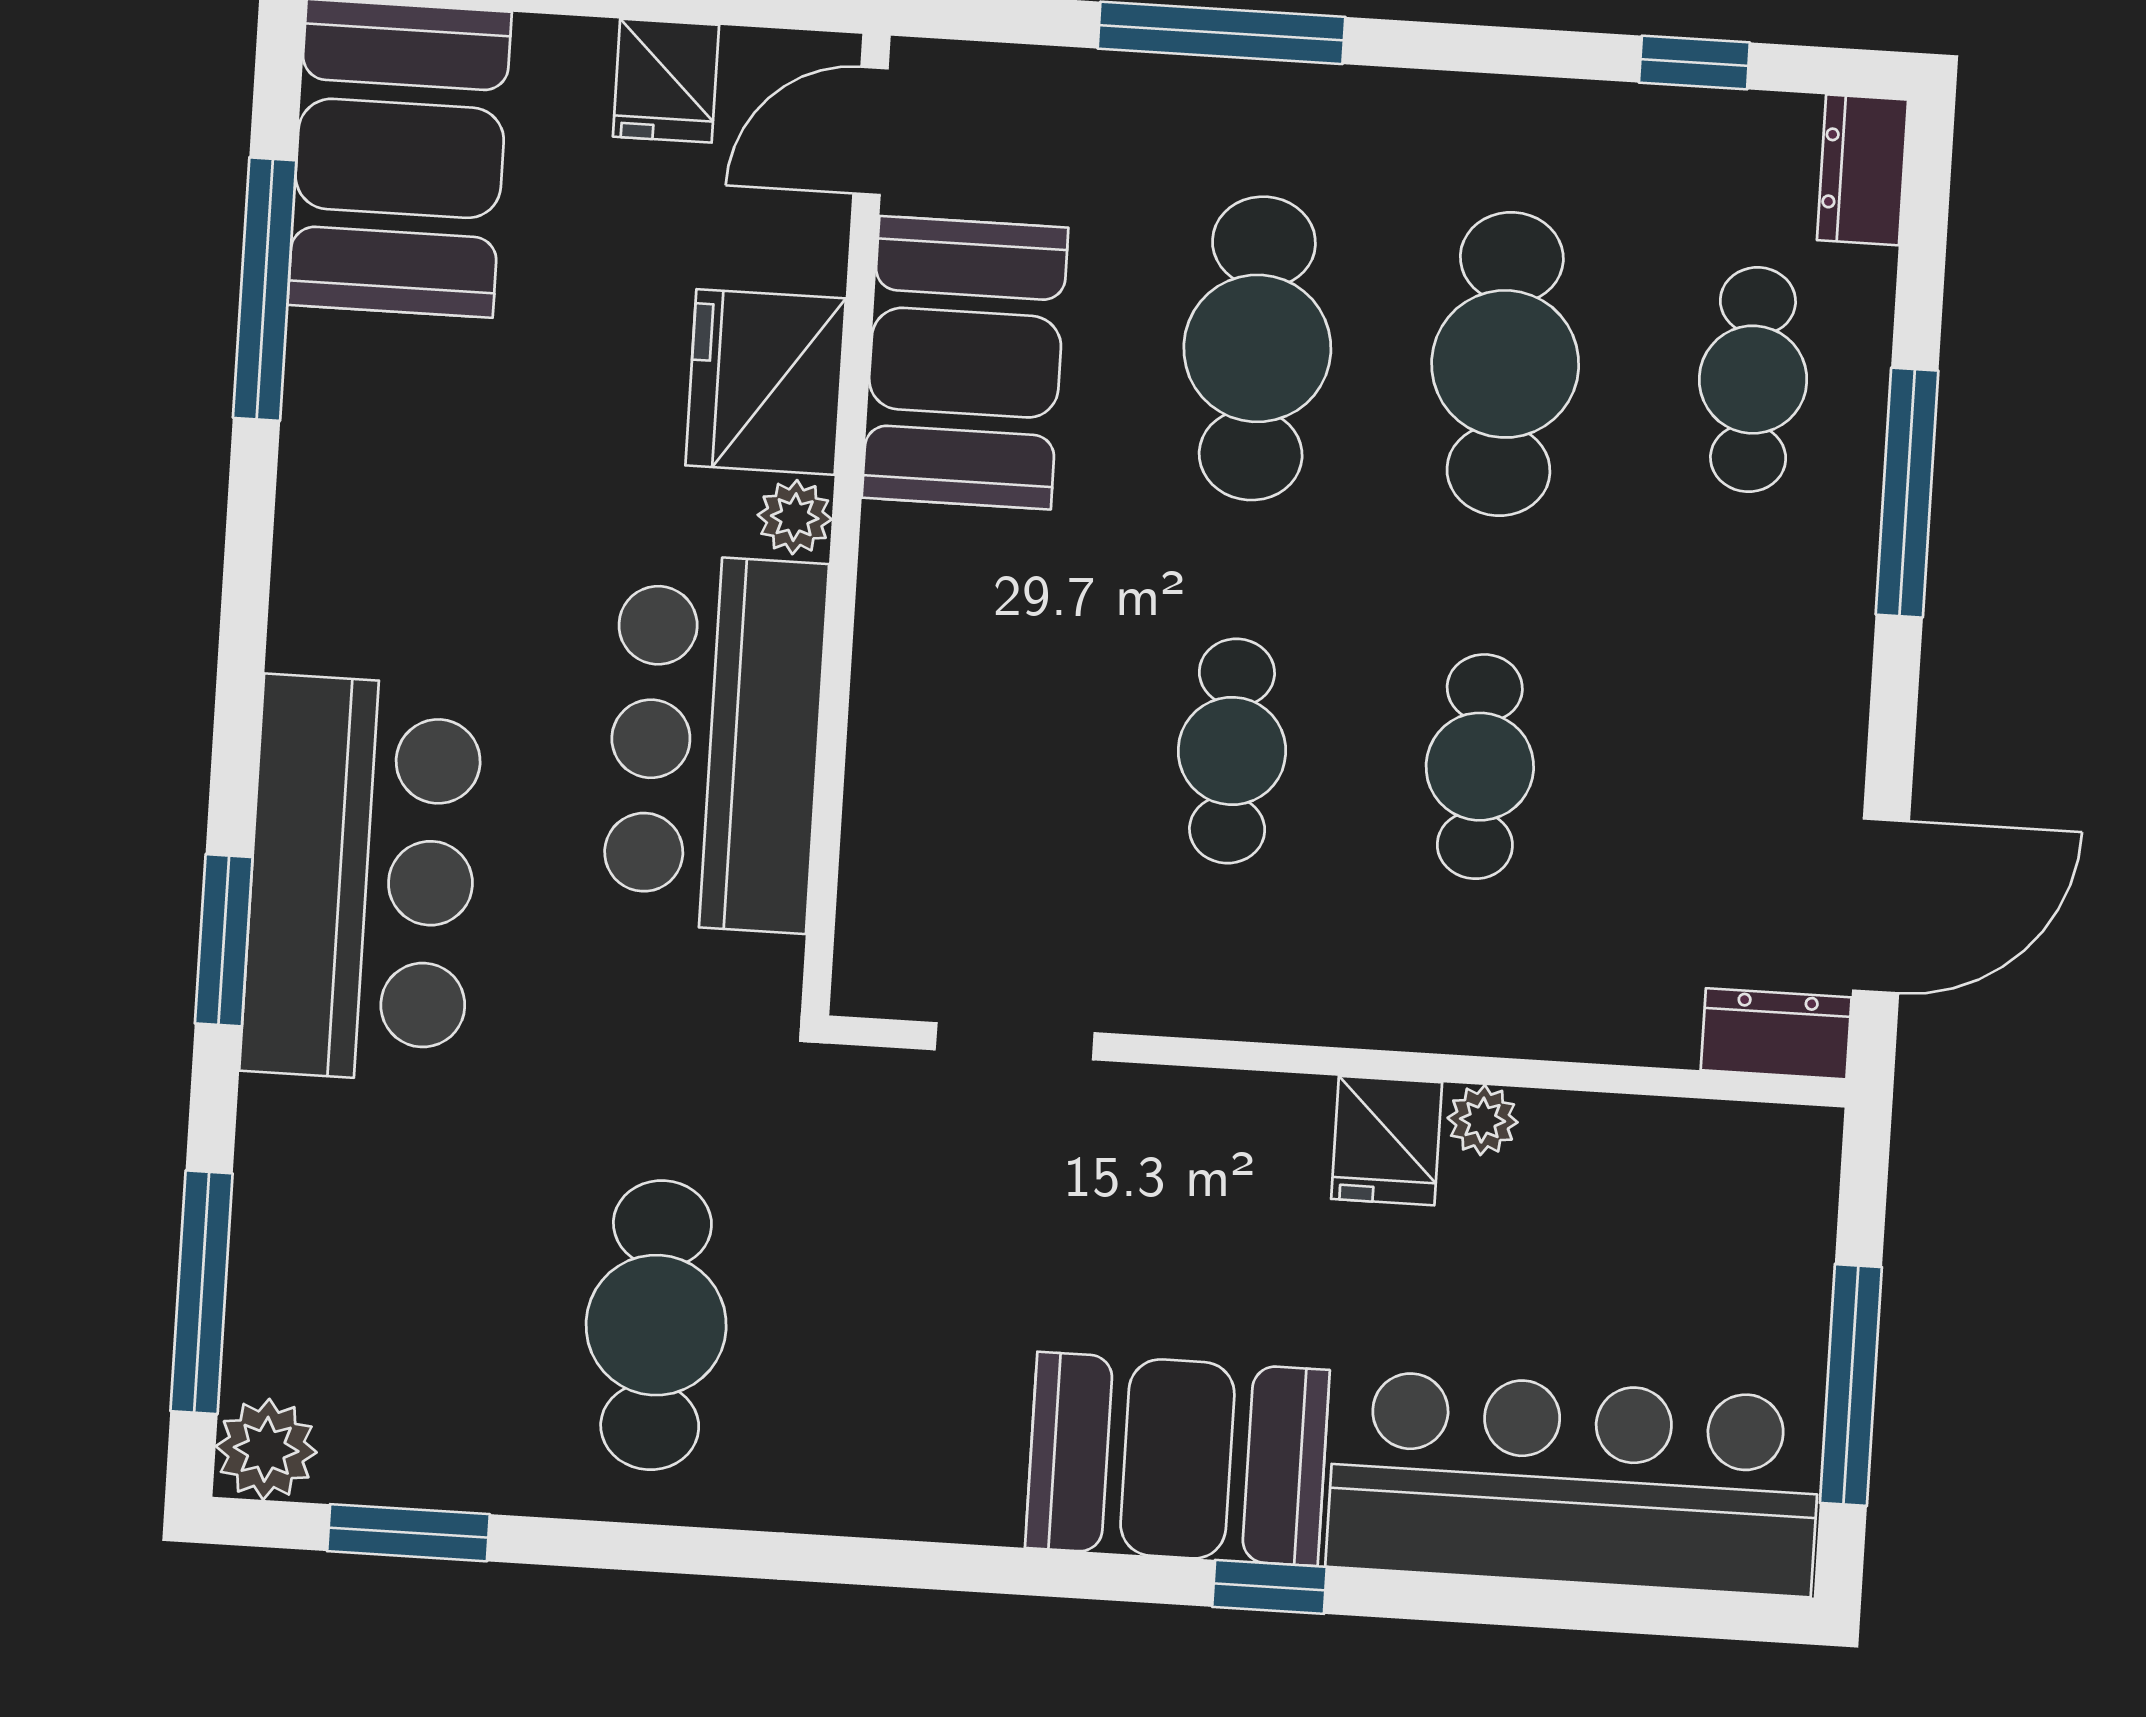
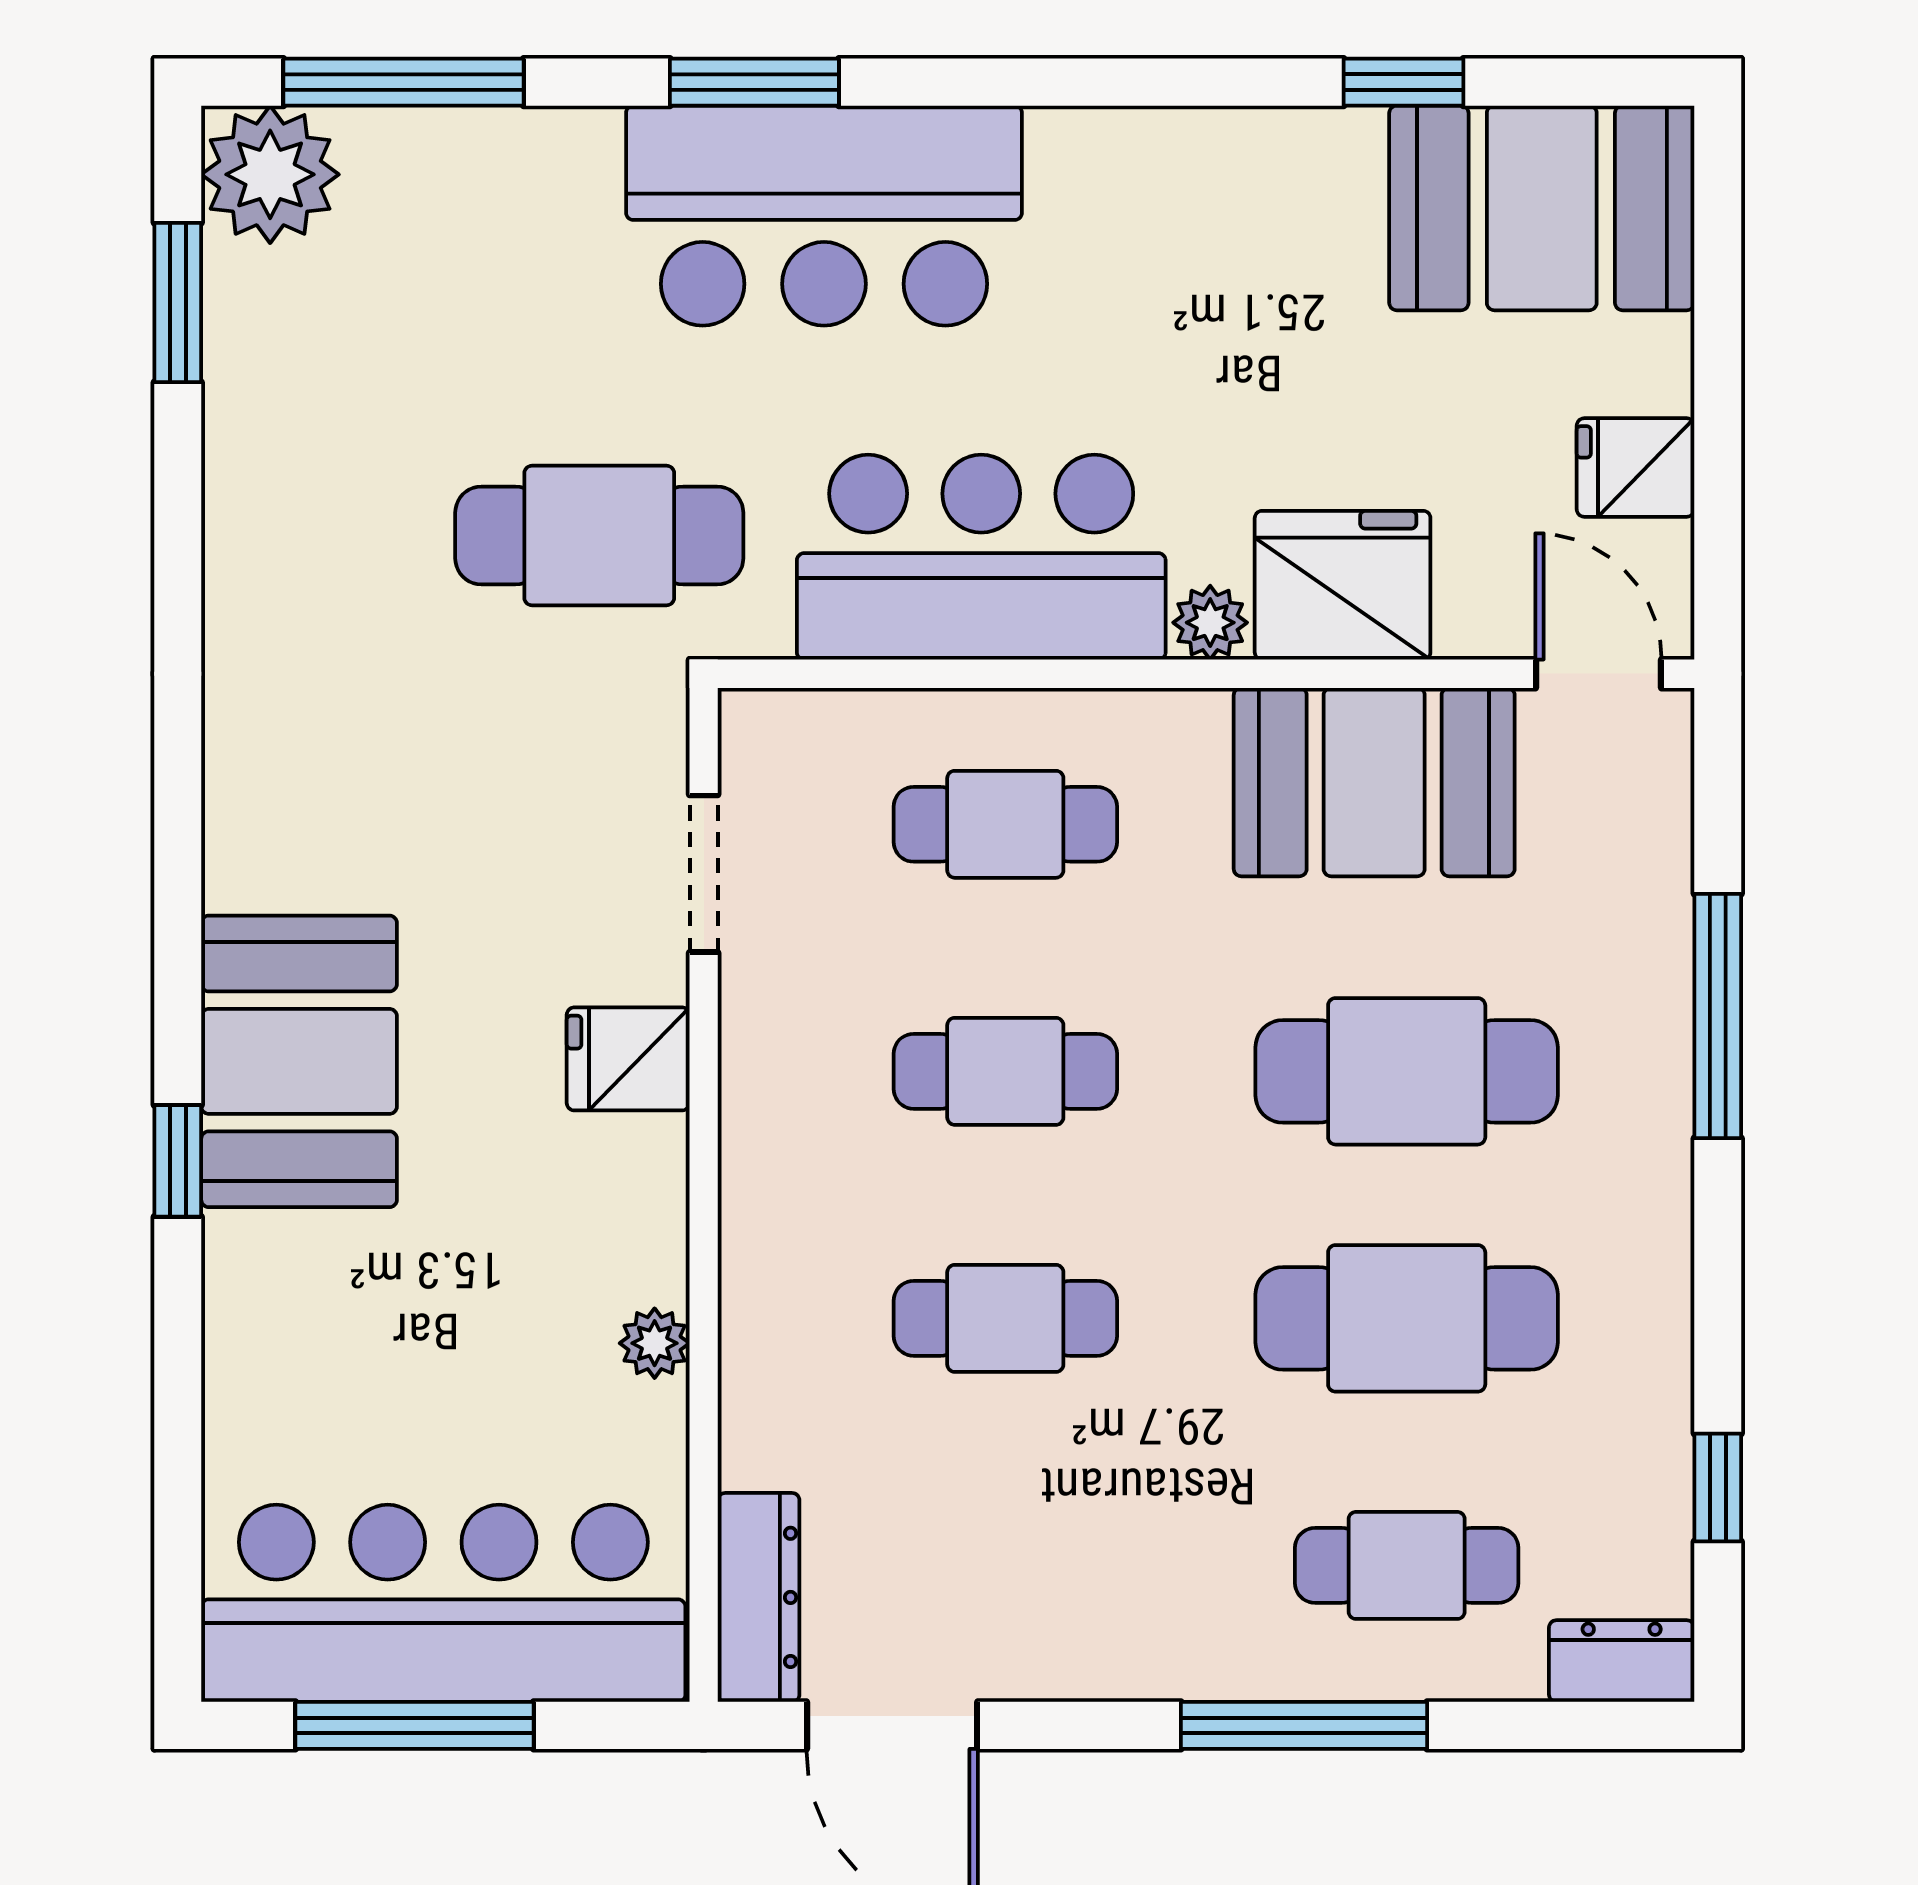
window: (265, 289) -> (1404, 82), width x0.46
cafe table: (984, 735) -> (1005, 824), added
dresser: (1776, 1034) -> (759, 1597), width x1.44
fridge: (1387, 1141) -> (628, 1059), moved
cafe table: (656, 1325) -> (599, 535), moved
plant: (266, 1449) -> (270, 174), width x1.36, depth x1.36
bar counter: (1574, 1483) -> (443, 1603), moved, turned -90

